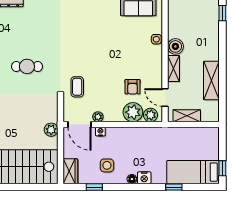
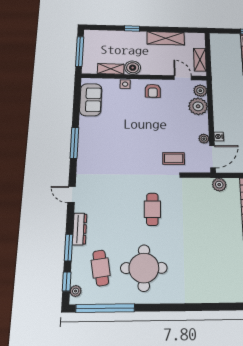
window: (222, 13) -> (132, 28), moved
shelving: (173, 69) -> (111, 69), moved
armchair: (133, 87) -> (153, 91), moved, turned 90
door: (165, 97) -> (183, 78), swing flipped

